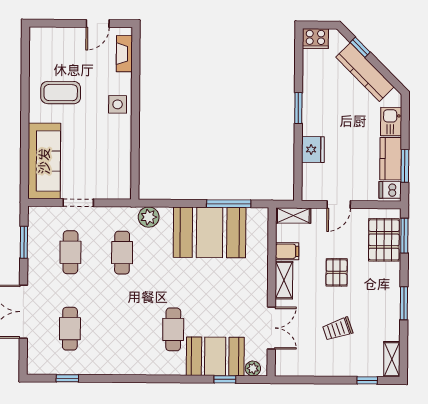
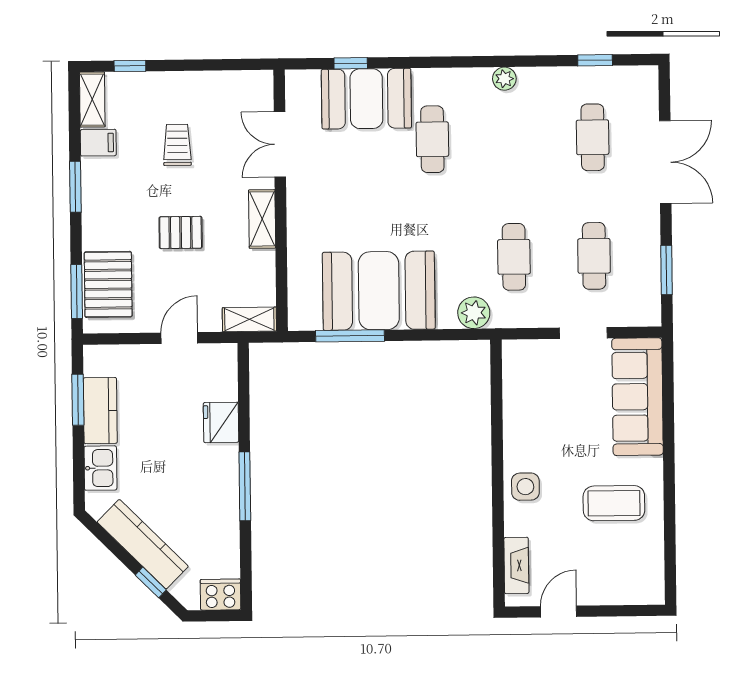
window: (298, 108) -> (245, 486), width x1.44
dishwasher: (390, 190) -> (100, 362), removed
filing cabinet: (287, 251) -> (98, 143), moved, turned 180
pallet: (337, 272) -> (181, 232), turned 90
trolley: (338, 329) -> (177, 145), turned -71
plant: (253, 368) -> (504, 79), moved

